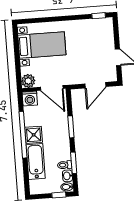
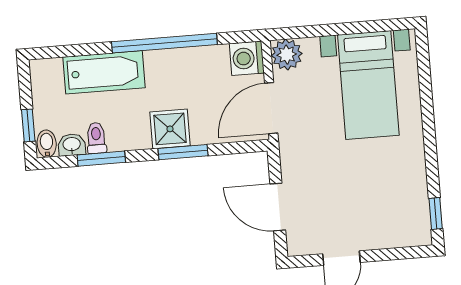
shower: (34, 135) -> (170, 129), moved

